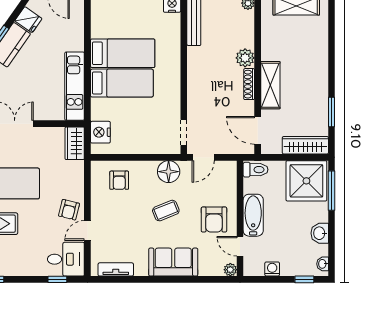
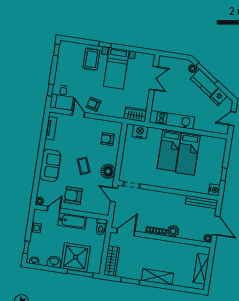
shelving: (270, 85) -> (157, 277), moved
shower: (306, 181) -> (76, 257), moved

